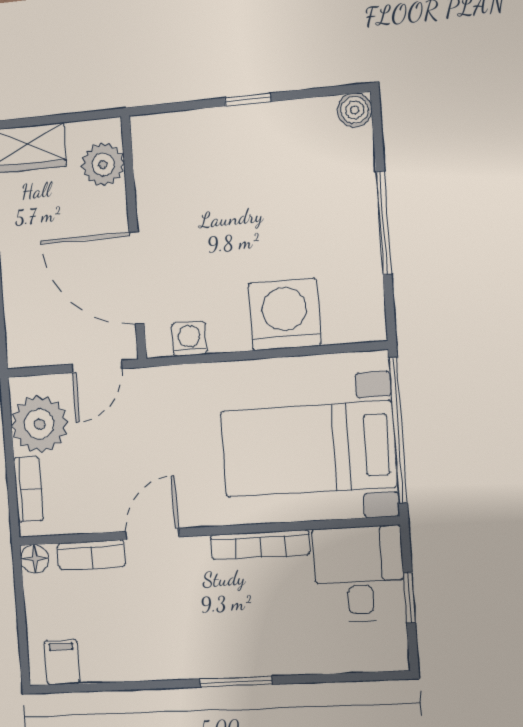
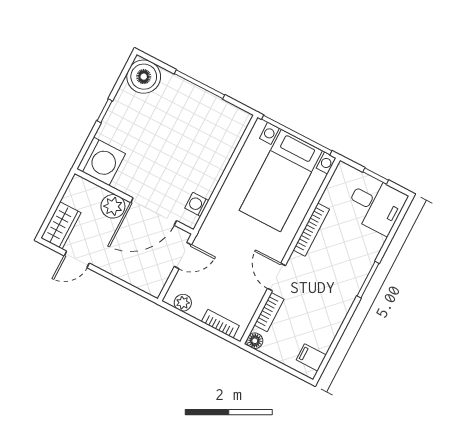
boiler: (355, 110) -> (144, 77), width x1.86, depth x1.86
plant: (103, 164) -> (113, 206), moved
washing machine: (284, 314) -> (101, 161), moved, turned 180
door: (97, 367) -> (183, 256), hinge flipped
plant: (39, 424) -> (183, 303), width x0.53, depth x0.53
desk: (359, 574) -> (376, 205), moved, turned 180

